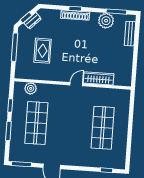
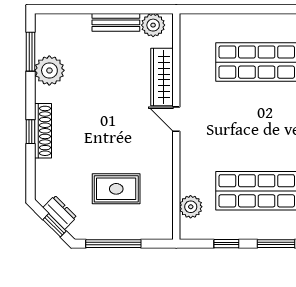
bench: (130, 34) -> (116, 22), moved
plant: (126, 76) -> (153, 25), added

